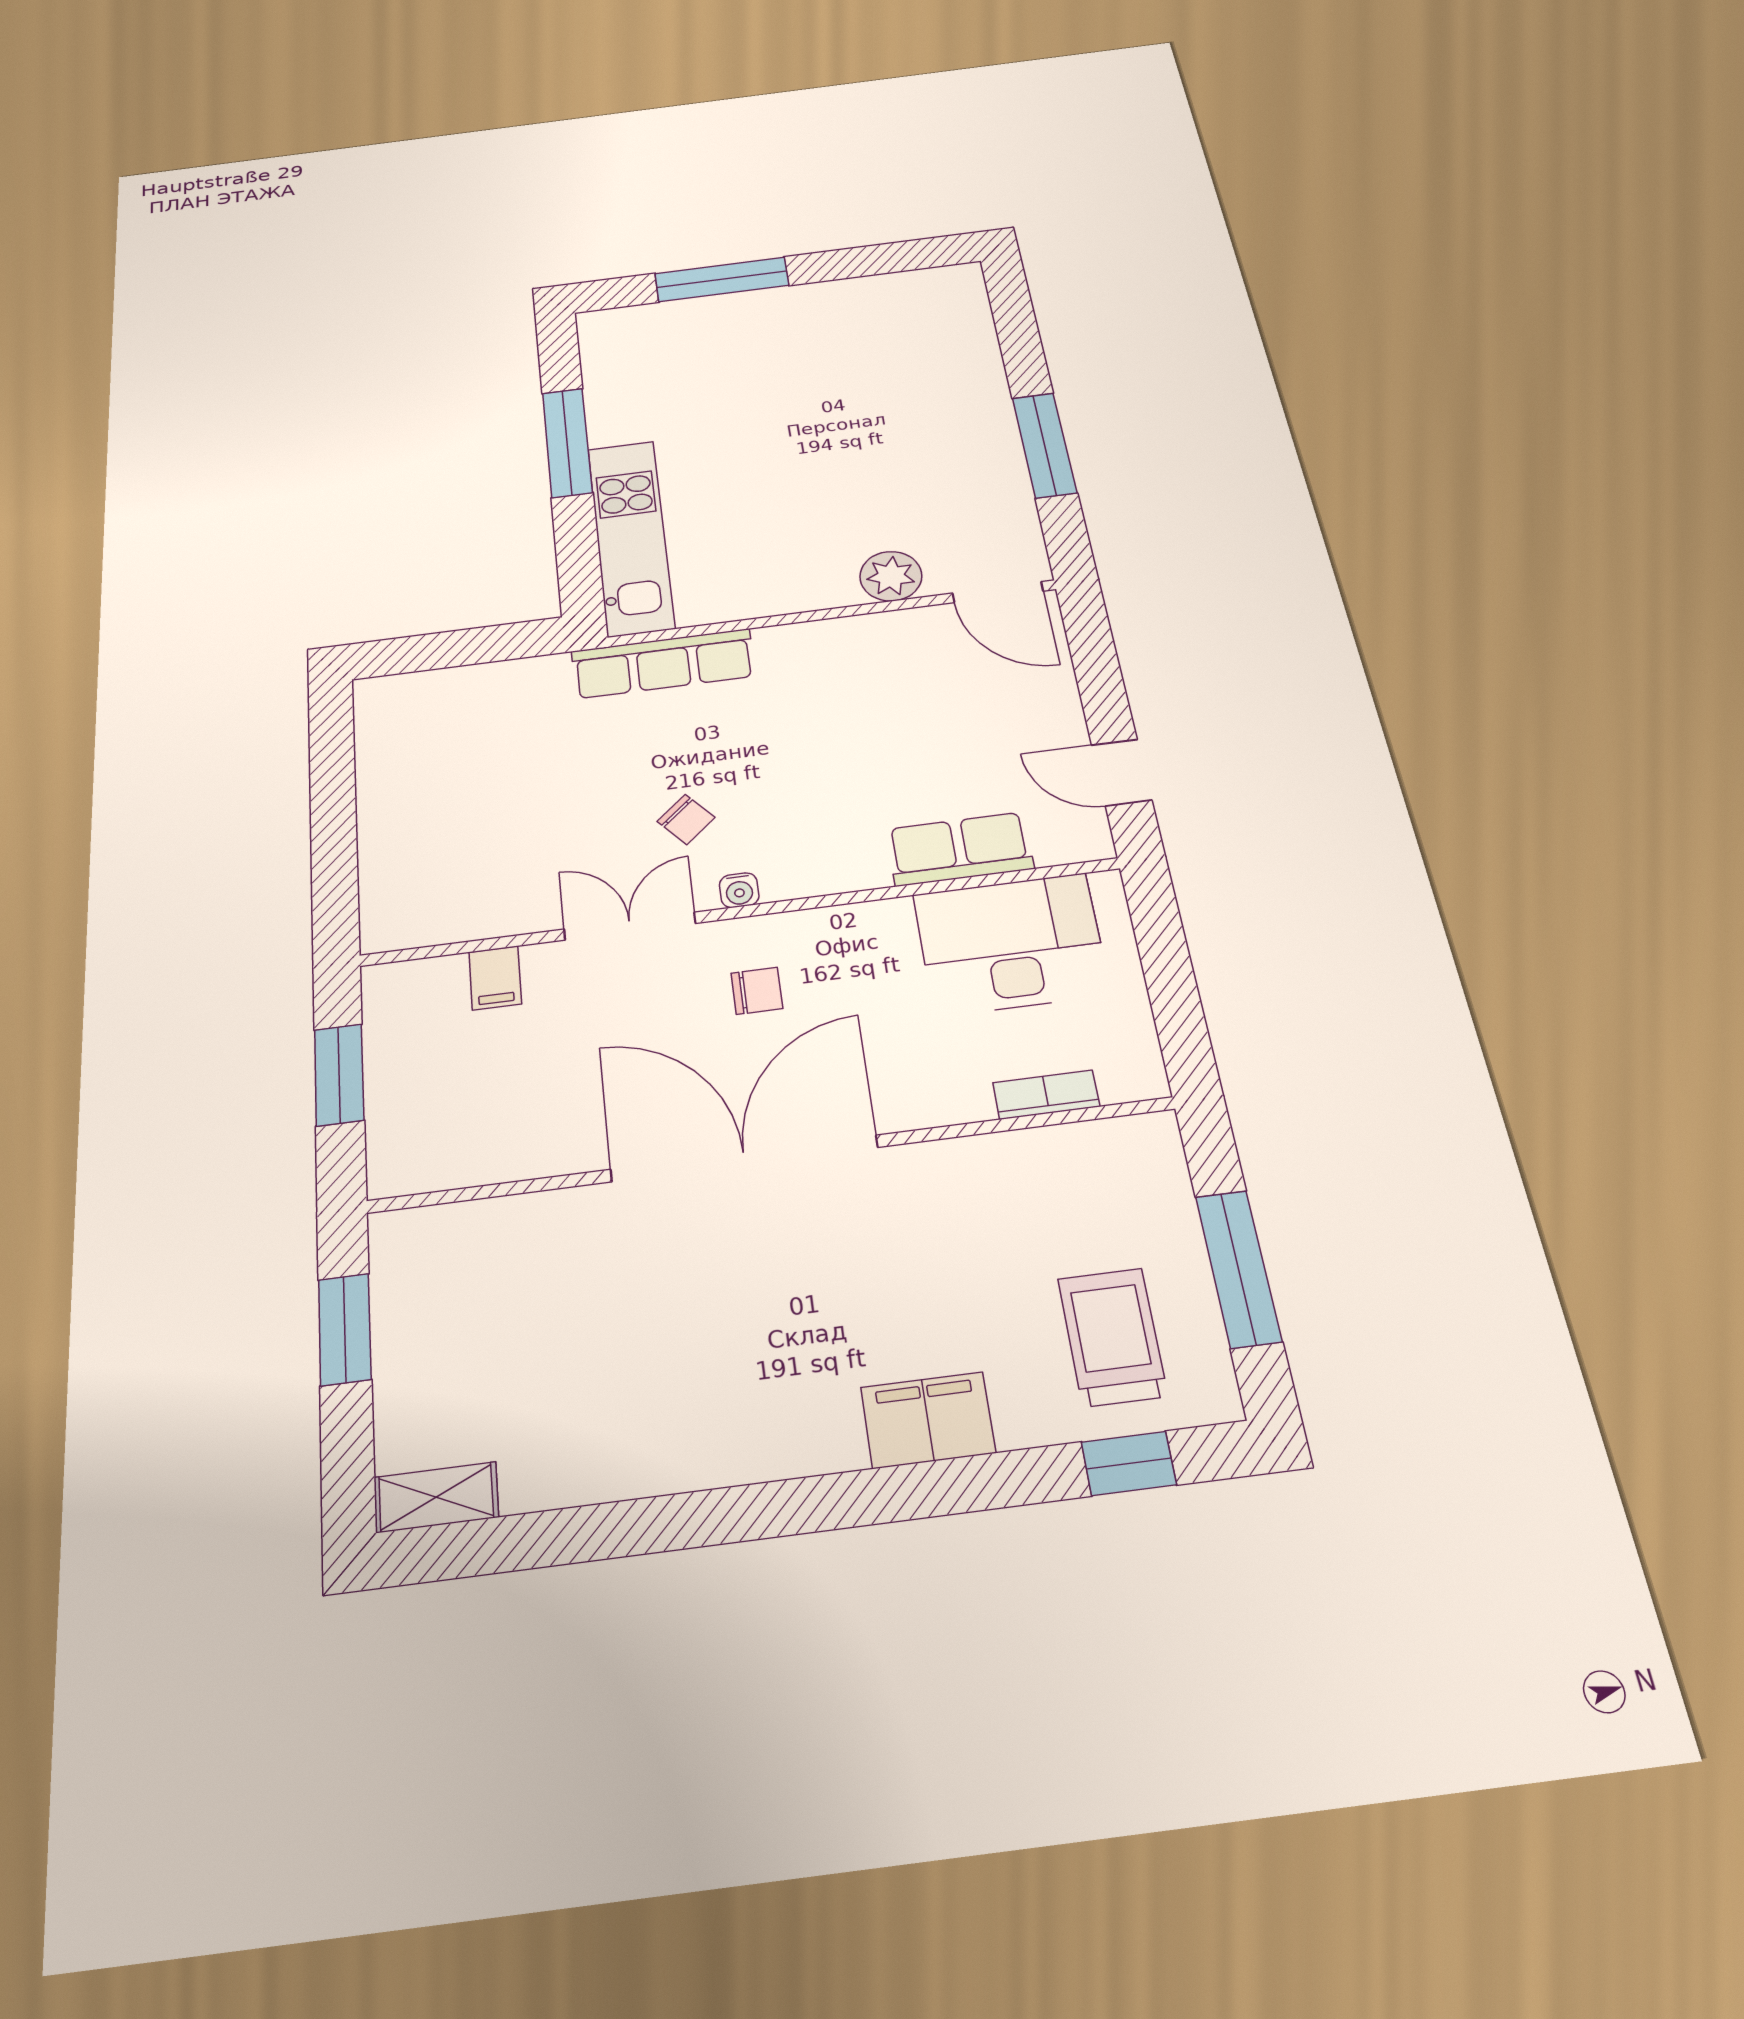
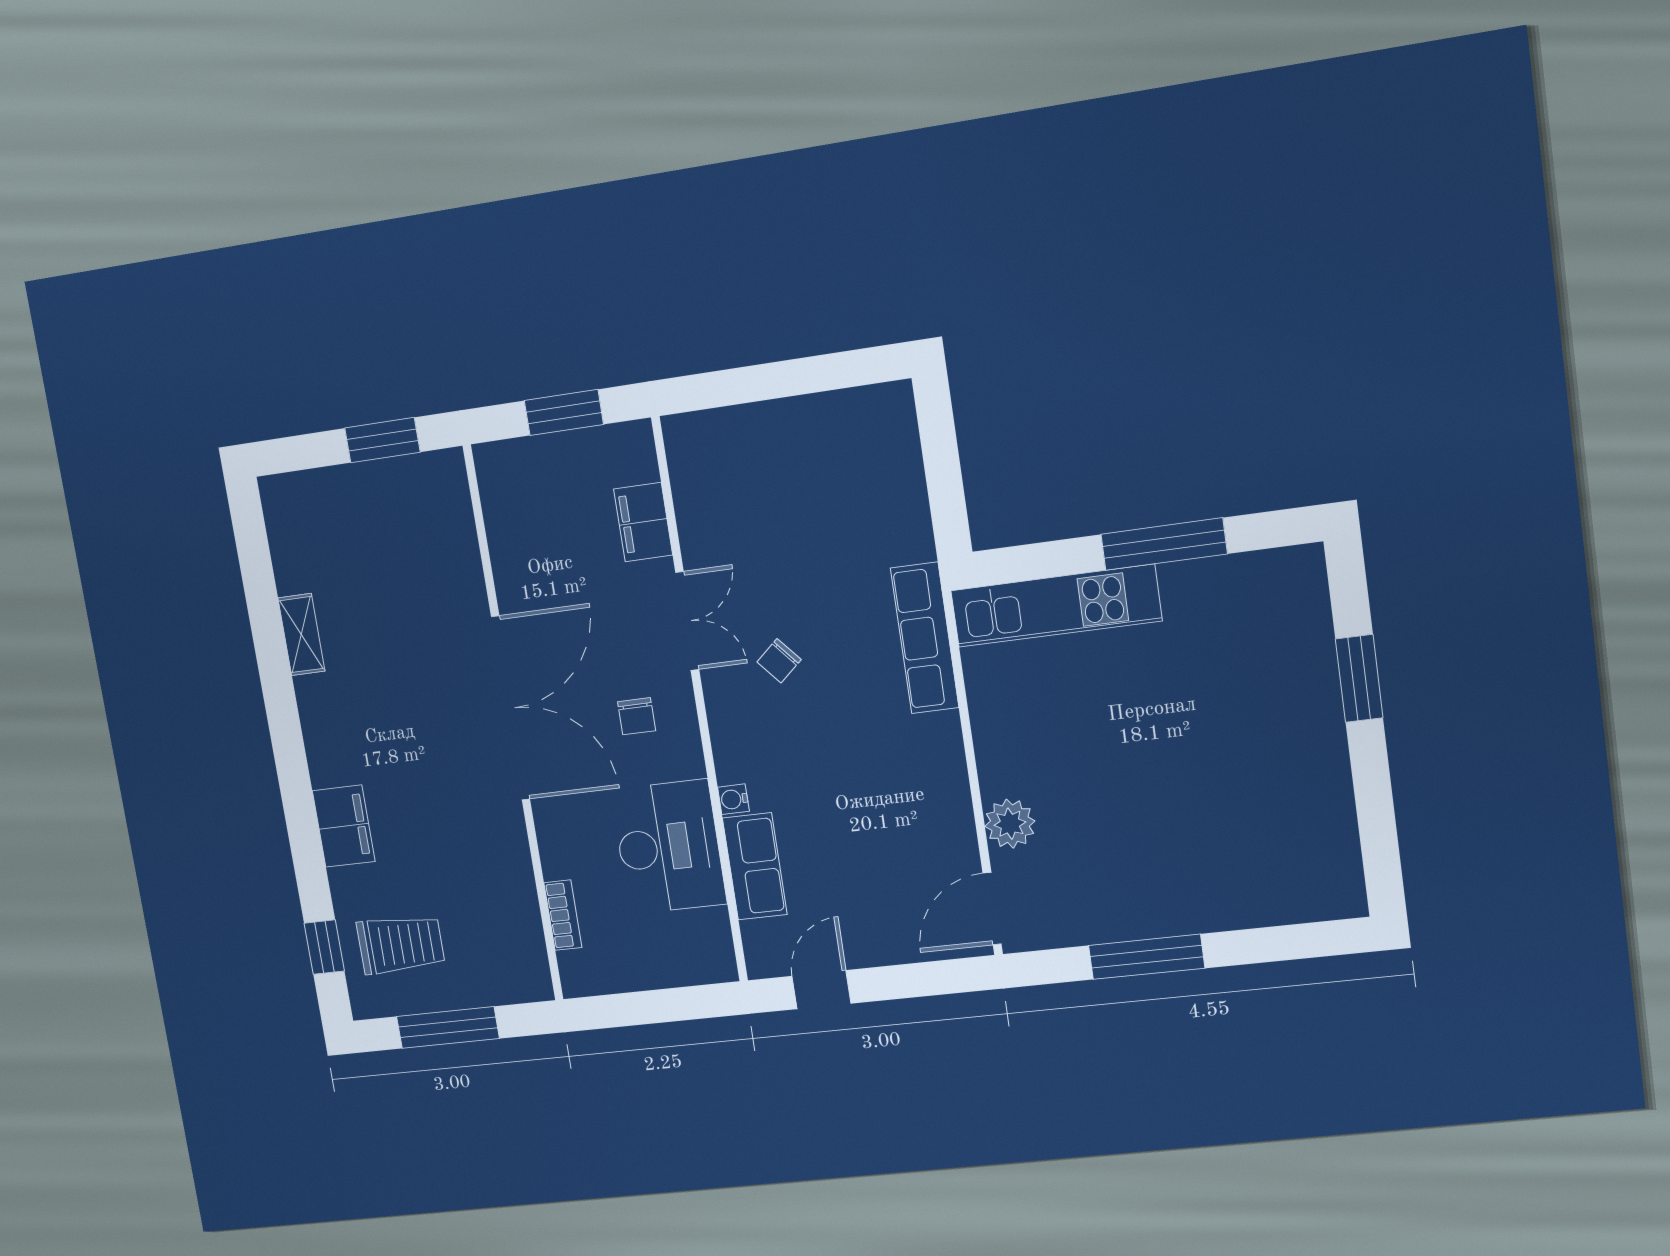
window: (722, 279) -> (1359, 678), width x0.69
water cooler: (739, 890) -> (733, 799), moved
desk: (1011, 944) -> (669, 847), moved
filing cabinet: (495, 978) -> (643, 522), width x2.00
shelving: (436, 1497) -> (301, 635), moved

